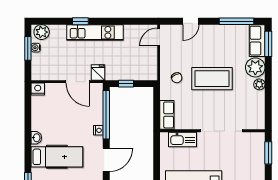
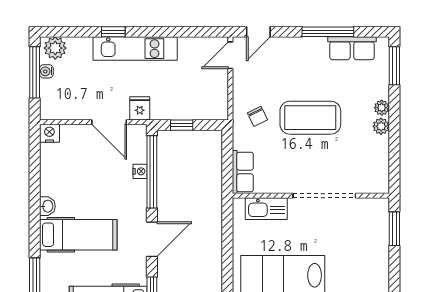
door: (191, 21) -> (258, 32), moved
window: (236, 21) -> (328, 32), moved
row of seats: (257, 41) -> (352, 48), moved, turned -90
window: (28, 48) -> (35, 72), width x1.44
plant: (255, 67) -> (382, 108), width x0.53, depth x0.53
nightstand: (98, 130) -> (140, 171), moved

